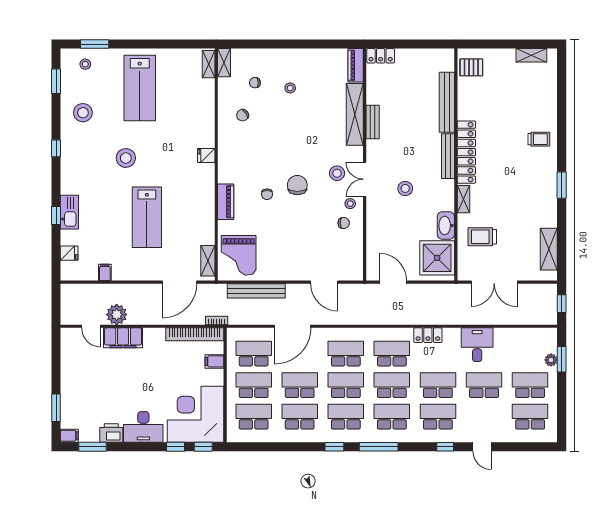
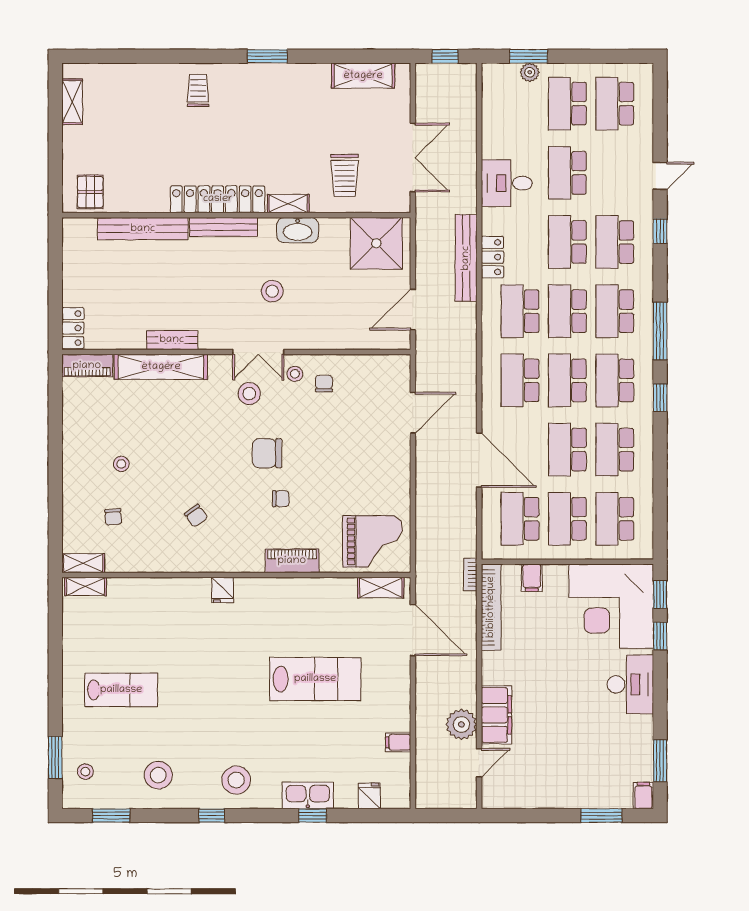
lab bench: (140, 88) -> (121, 690), width x0.73, depth x0.72
chair: (243, 115) -> (196, 516), moved
stool: (126, 158) -> (236, 780), moved
washbasin: (446, 226) -> (298, 230), moved
bench: (256, 291) -> (466, 258), moved
printer: (111, 433) -> (639, 733), removed

